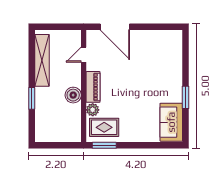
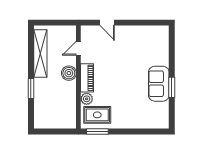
door: (115, 27) -> (107, 23), width x0.53
boiler: (73, 95) -> (69, 73), moved
sofa: (171, 122) -> (159, 84), moved

